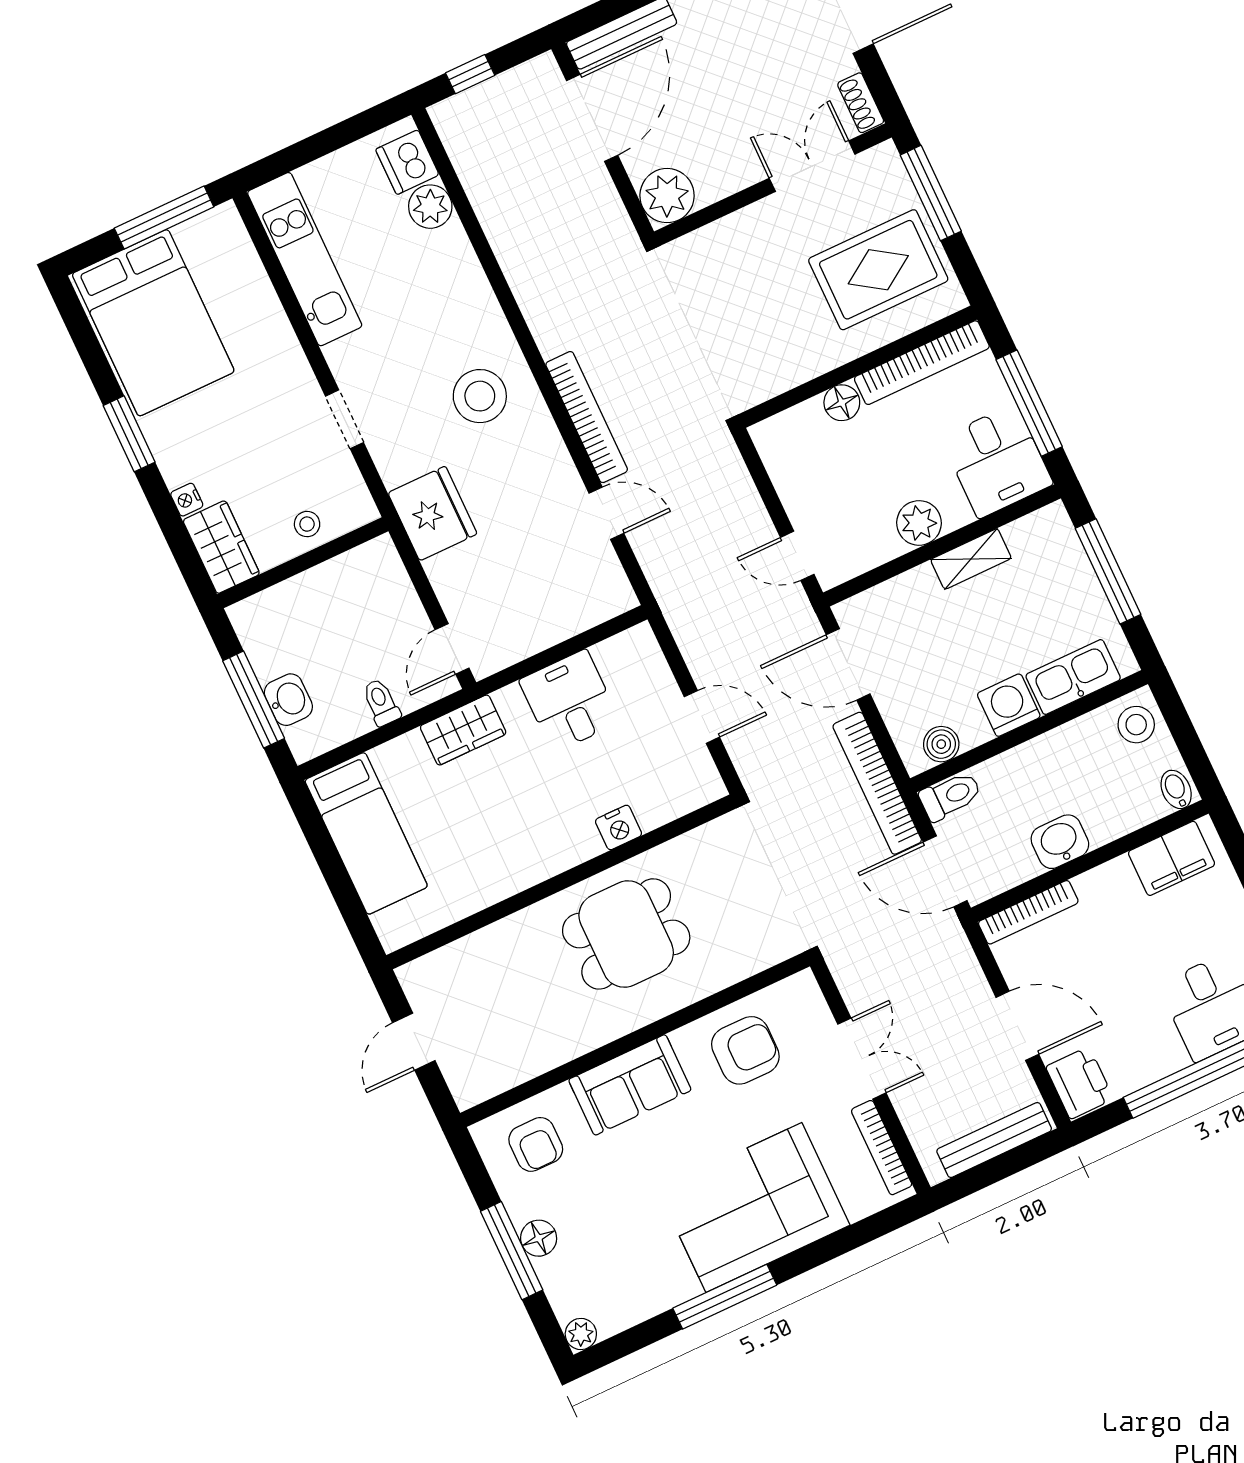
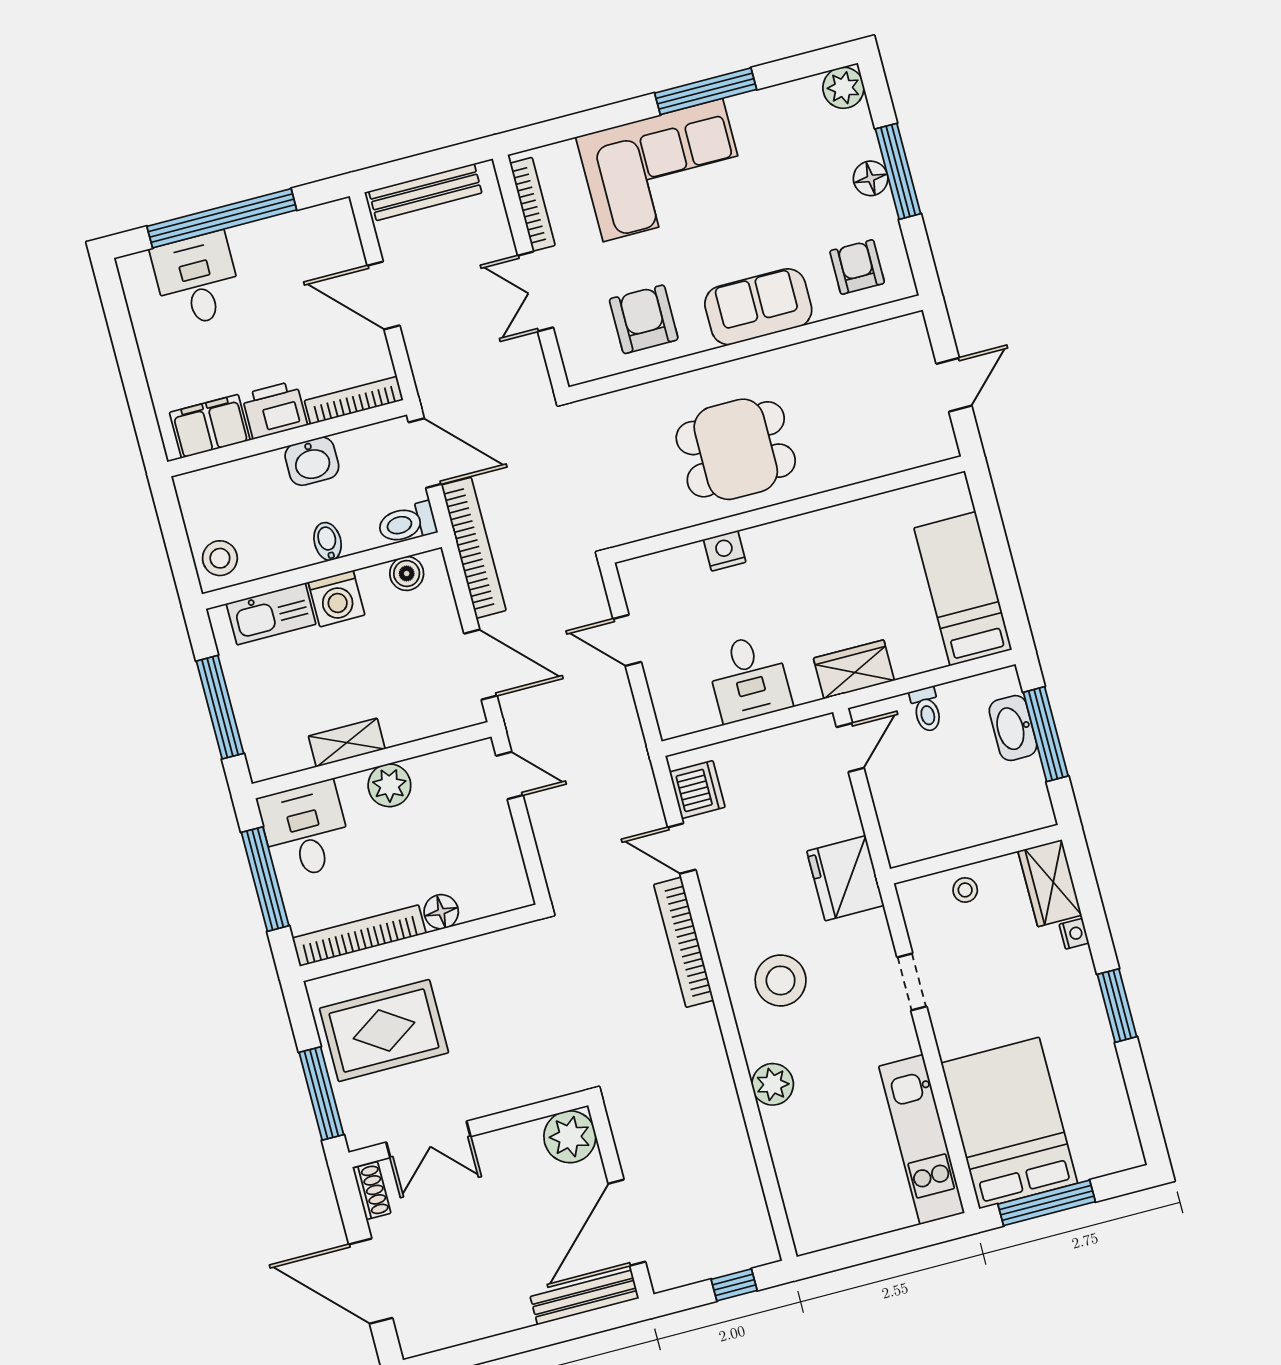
dishwasher: (407, 162) -> (697, 790), moved
plant: (430, 207) -> (773, 1084), moved
bed: (153, 323) -> (1009, 1123), moved
washbasin: (288, 700) -> (1013, 728), width x1.38
bidet: (1176, 789) -> (328, 542), moved, turned 180
armchair: (745, 1050) -> (644, 319), turned 90
printer: (1080, 1083) -> (274, 410), moved, turned 90
plant: (581, 1334) -> (843, 88), width x1.38, depth x1.38

